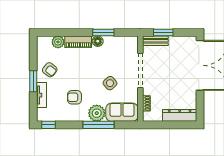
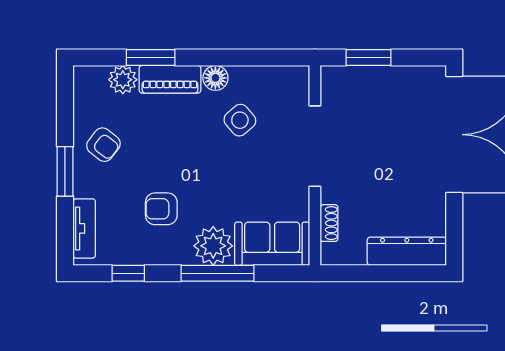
window: (103, 32) -> (151, 58), moved
bench: (155, 41) -> (350, 77), removed
side table: (110, 83) -> (240, 120), moved
tv unit: (41, 95) -> (84, 228), moved
window: (48, 125) -> (128, 273), moved

